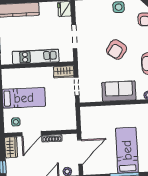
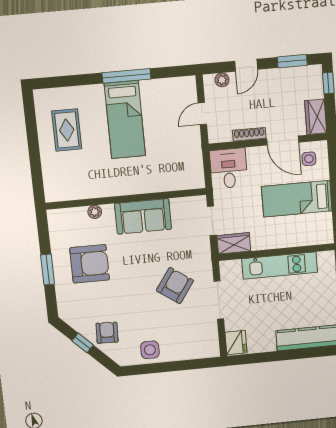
armchair: (117, 50) -> (175, 286), moved
desk: (65, 118) -> (229, 168), added
door: (32, 134) -> (283, 140), swing flipped
door: (80, 152) -> (202, 114), width x0.53

